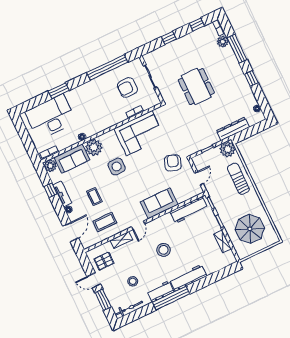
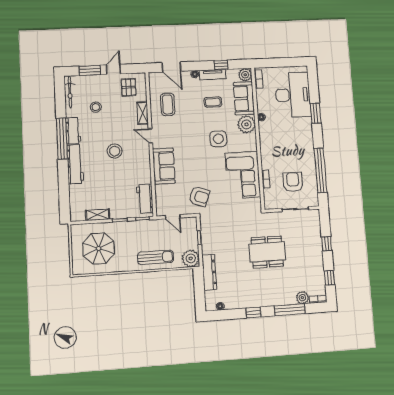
coffee table: (94, 196) -> (213, 102), moved
workbench: (189, 210) -> (145, 199), width x0.73

